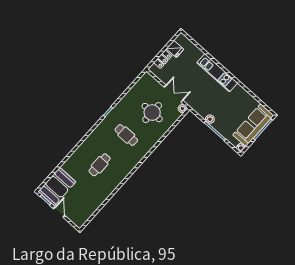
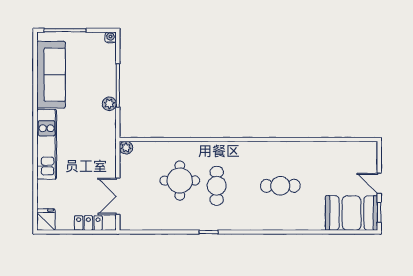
fridge: (175, 49) -> (46, 220), moved
double door: (174, 94) -> (118, 196), moved
round table: (152, 113) -> (180, 181), moved
sofa: (253, 125) -> (51, 75), moved, turned -90
door: (59, 212) -> (379, 183), hinge flipped

